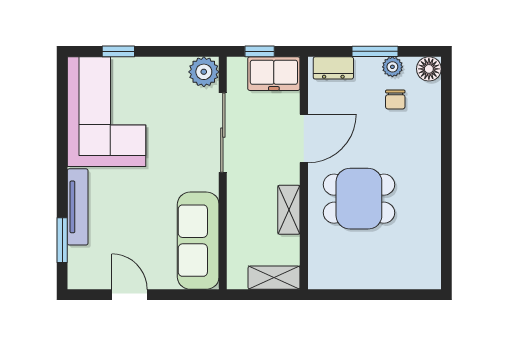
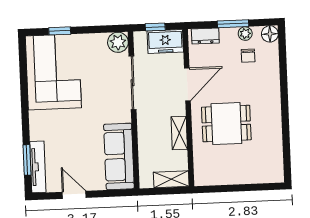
tv unit: (78, 207) -> (38, 167), moved

